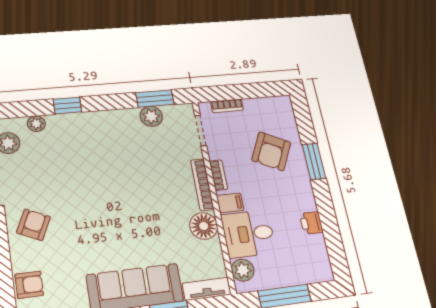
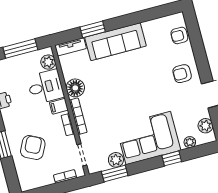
corner sofa: (99, 139) -> (148, 138), added
armchair: (33, 225) -> (182, 74), turned 65

